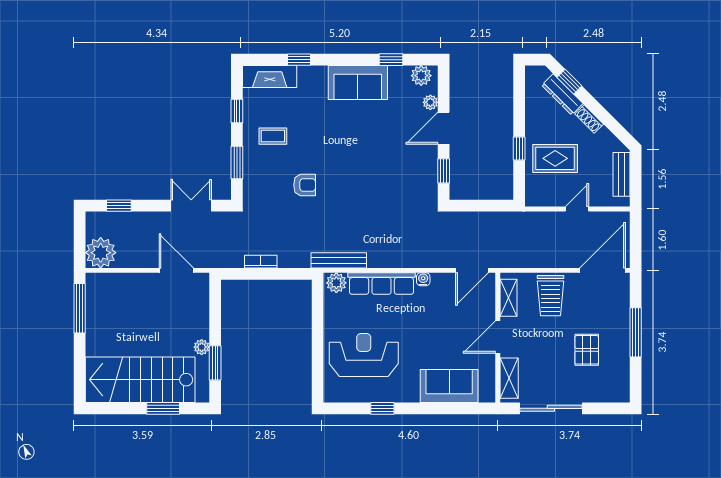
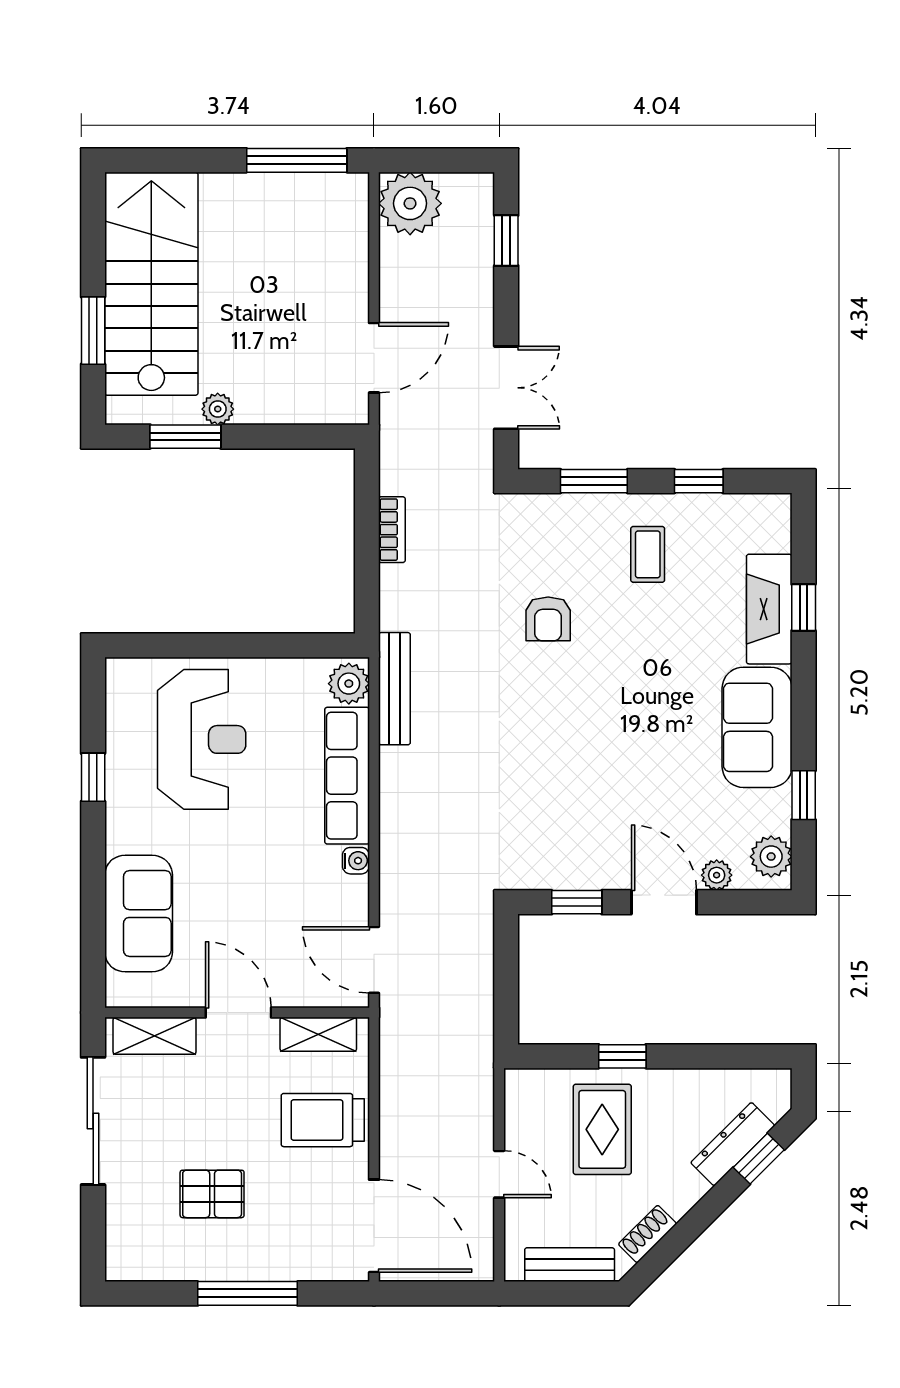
fireplace: (270, 76) -> (769, 609), moved
shoe rack: (589, 119) -> (647, 1234), moved

